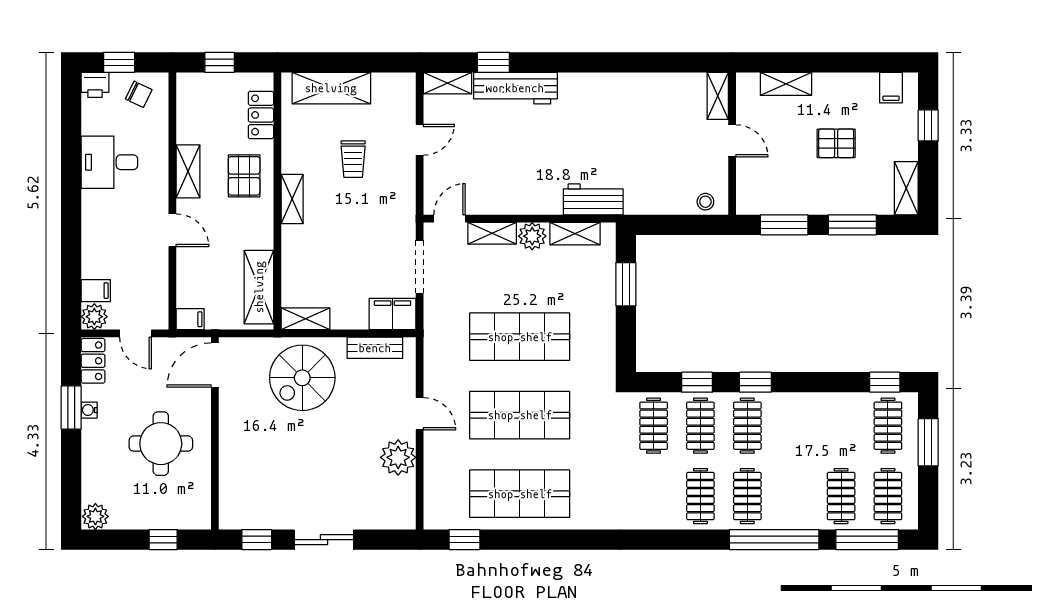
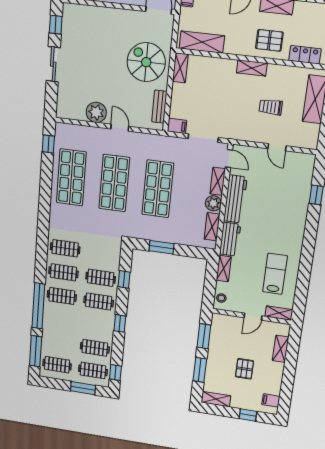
shelving: (447, 83) -> (224, 269), moved
workbench: (515, 88) -> (235, 199), moved, turned 180
lab bench: (645, 113) -> (275, 274), added
window: (626, 284) -> (162, 247), moved
filing cabinet: (393, 314) -> (177, 126), width x0.50
window: (755, 382) -> (120, 323), moved
door: (420, 414) -> (120, 128), swing flipped
clothes rail: (654, 426) -> (65, 248), moved
clothes rail: (841, 496) -> (95, 348), moved

